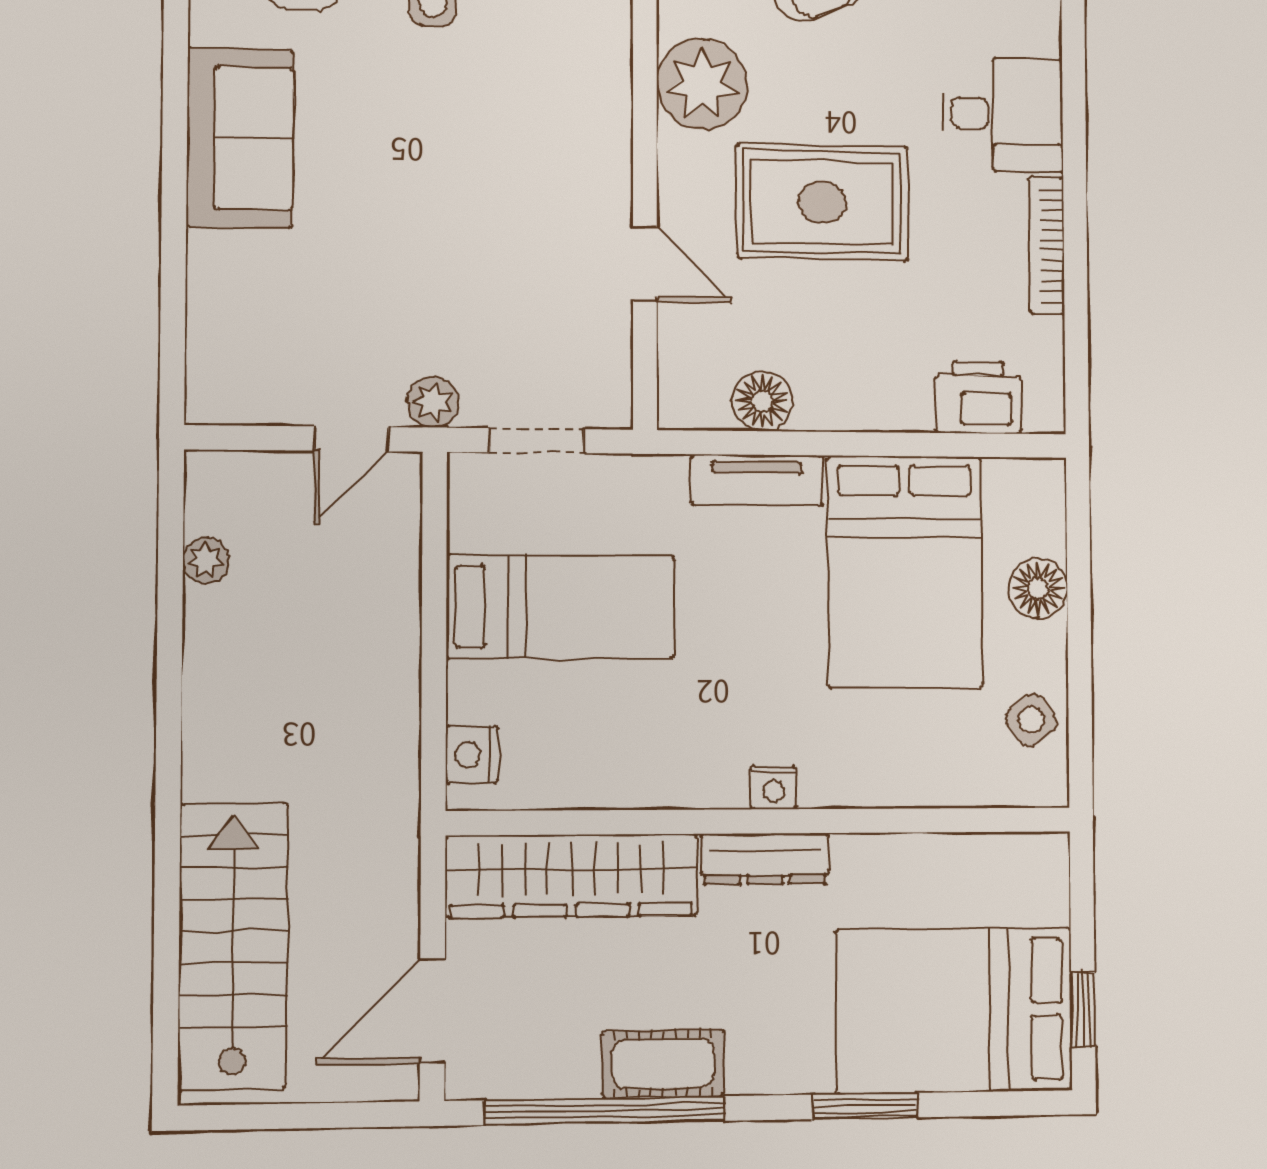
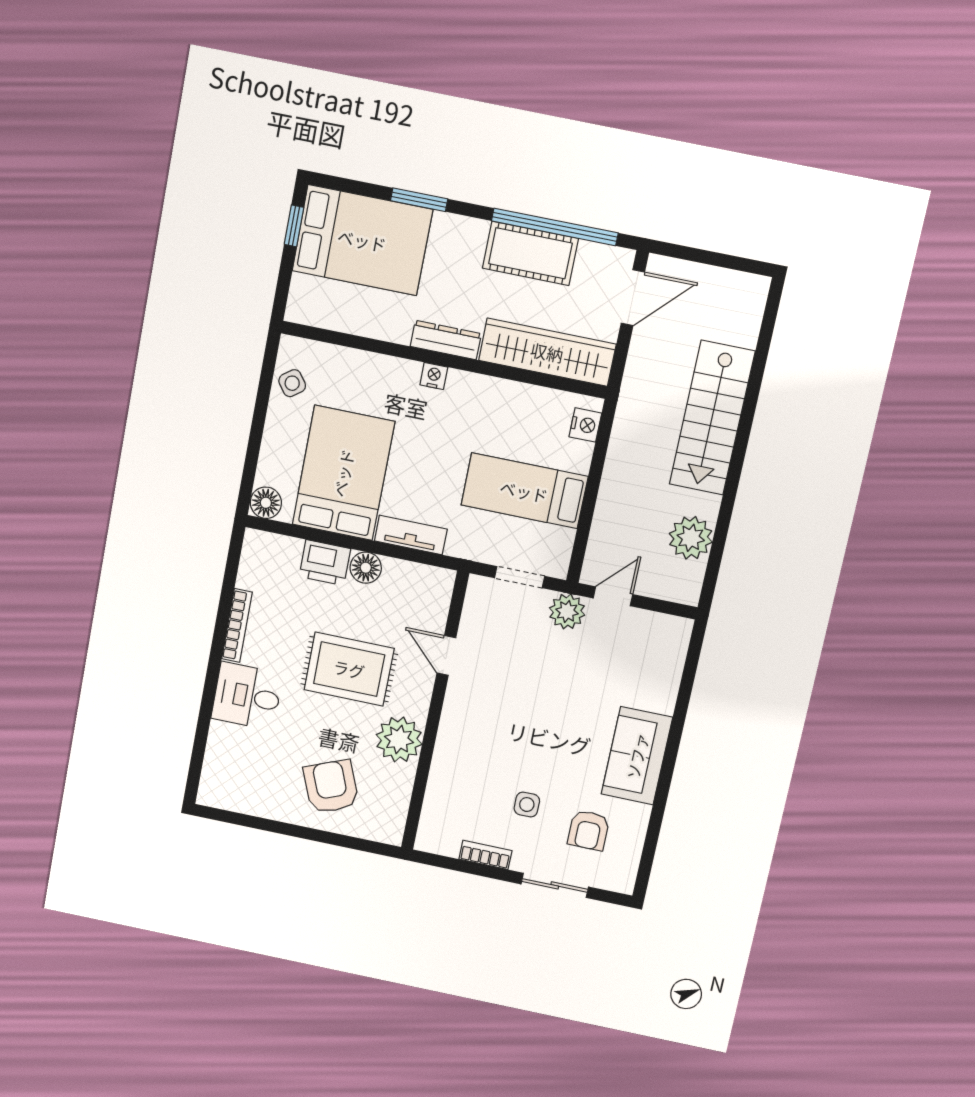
printer: (978, 397) -> (325, 563), moved
floor lamp: (762, 401) -> (366, 568), moved
plant: (433, 402) -> (567, 611), width x1.38, depth x1.38
plant: (206, 560) -> (691, 538), width x1.87, depth x1.87
floor lamp: (1038, 588) -> (266, 503), moved
stairs: (233, 946) -> (712, 418), moved
cot: (663, 1063) -> (530, 253), width x1.37, depth x1.34

